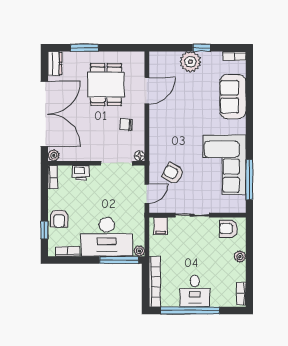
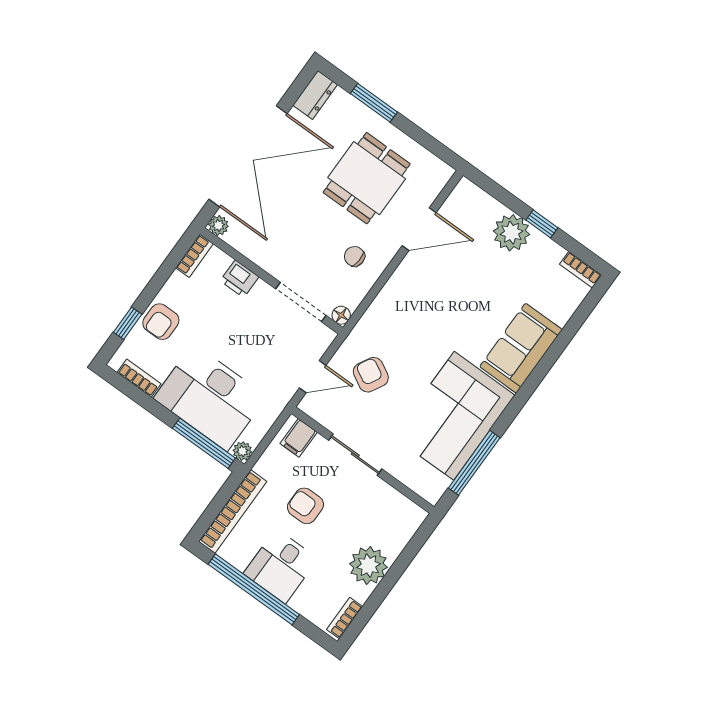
sofa: (233, 97) -> (521, 348), moved
armchair: (229, 229) -> (305, 506), moved
plant: (240, 256) -> (368, 566), width x1.88, depth x1.88

